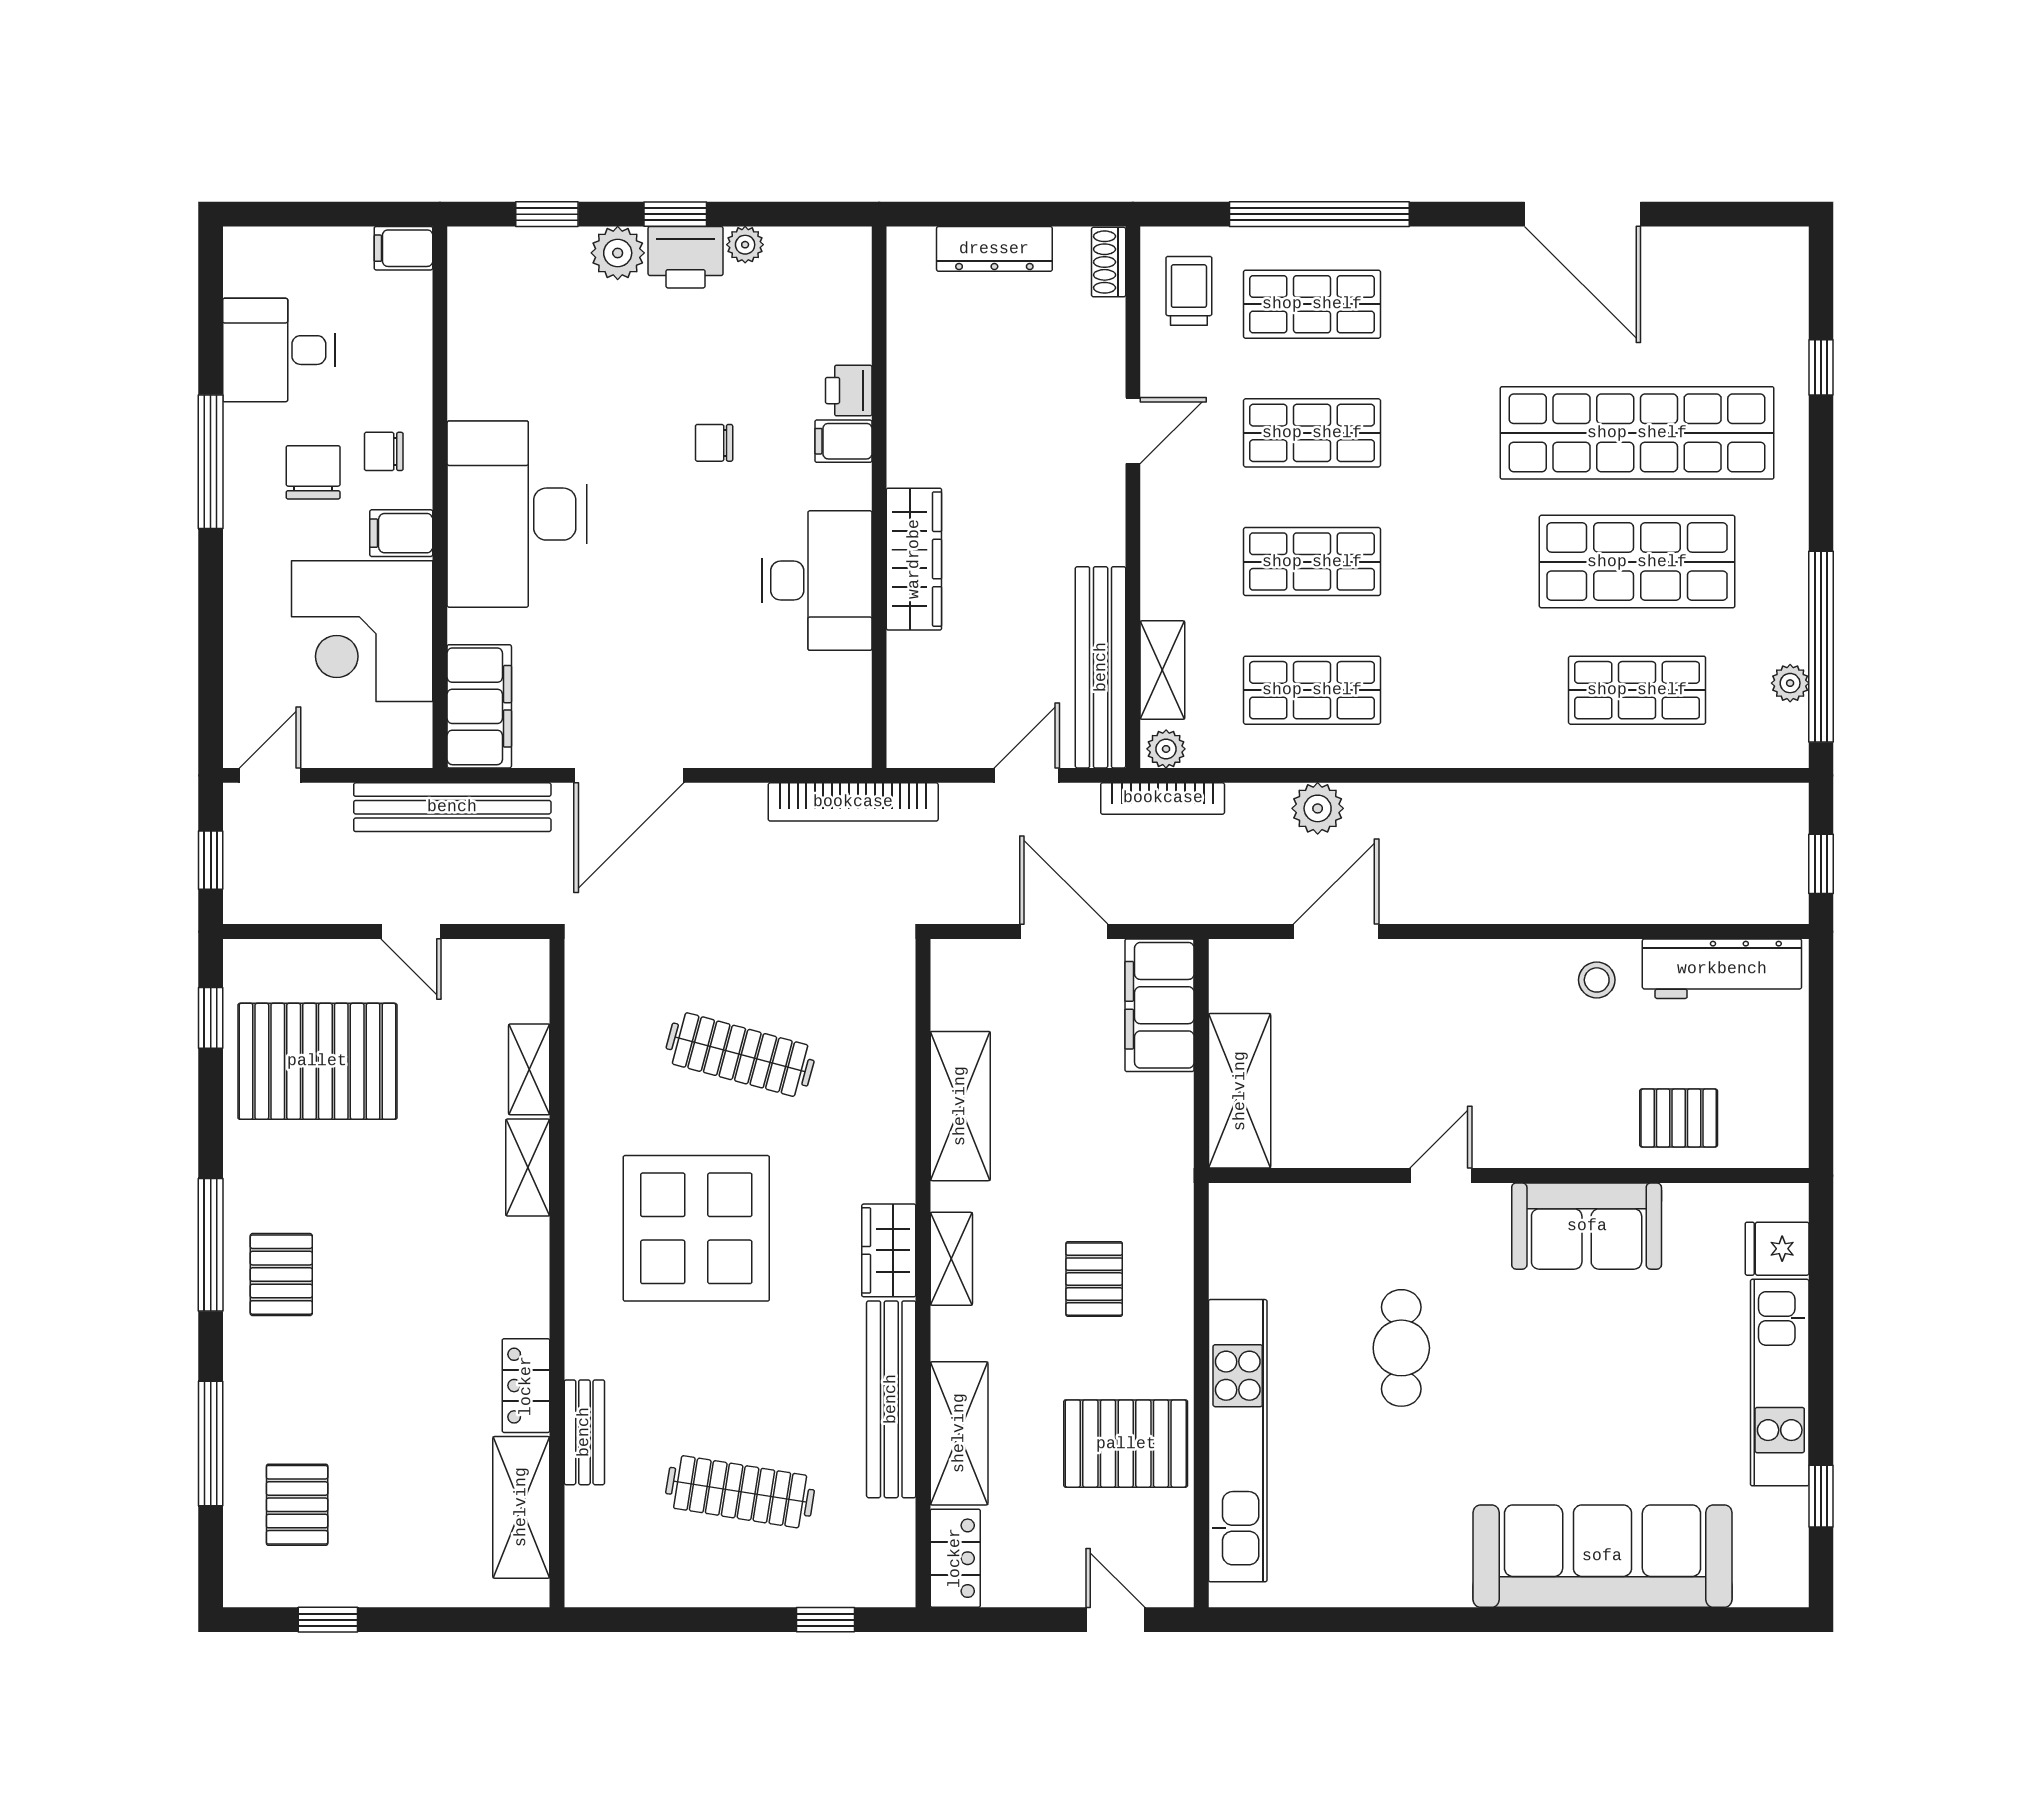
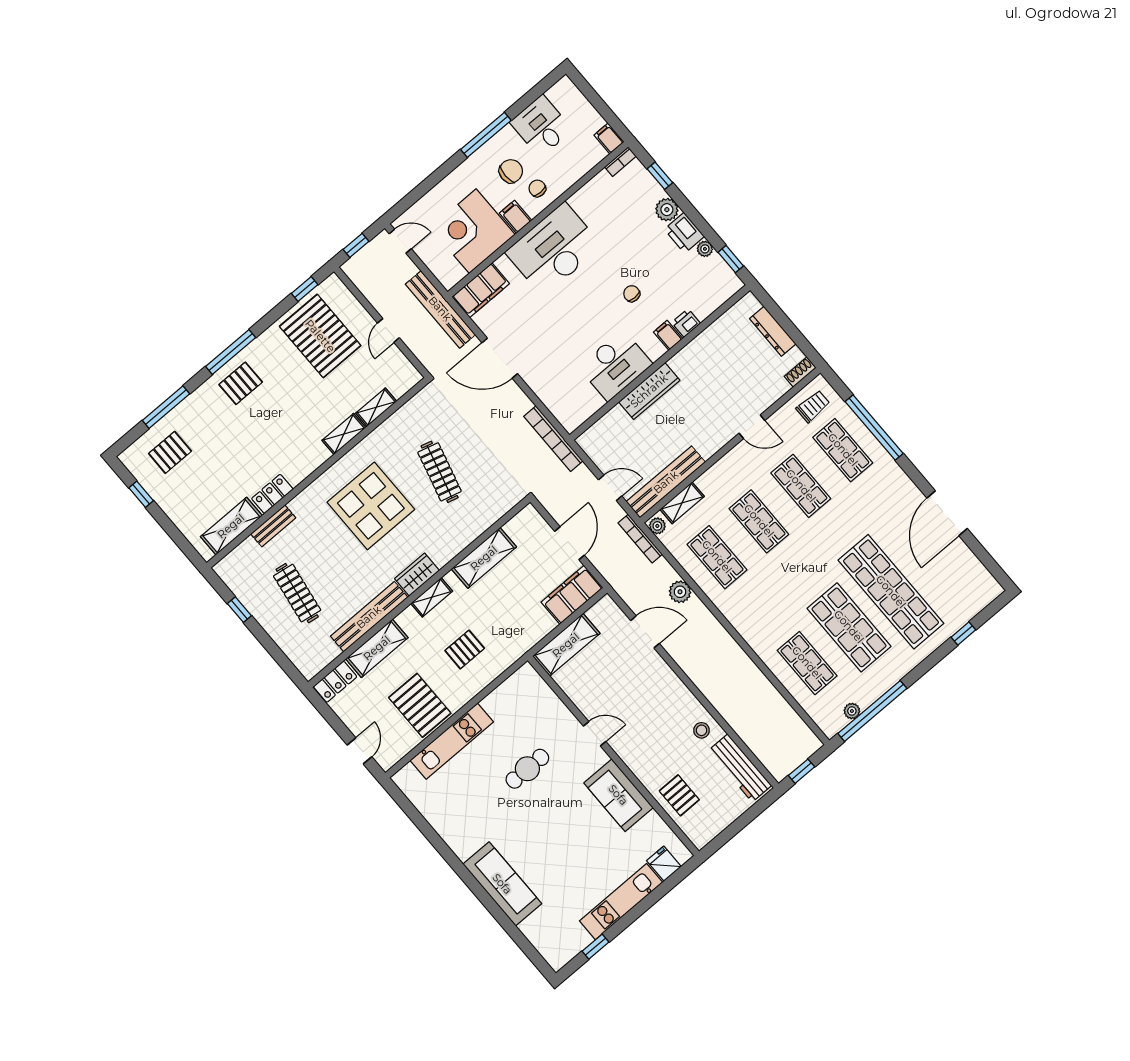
window: (675, 214) -> (731, 259), moved
bookcase: (462, 263) -> (620, 162), added
kitchen unit: (1238, 1441) -> (452, 741), width x0.73
sofa: (1602, 1556) -> (502, 884), width x0.74, depth x0.79
window: (826, 1620) -> (239, 610), moved

